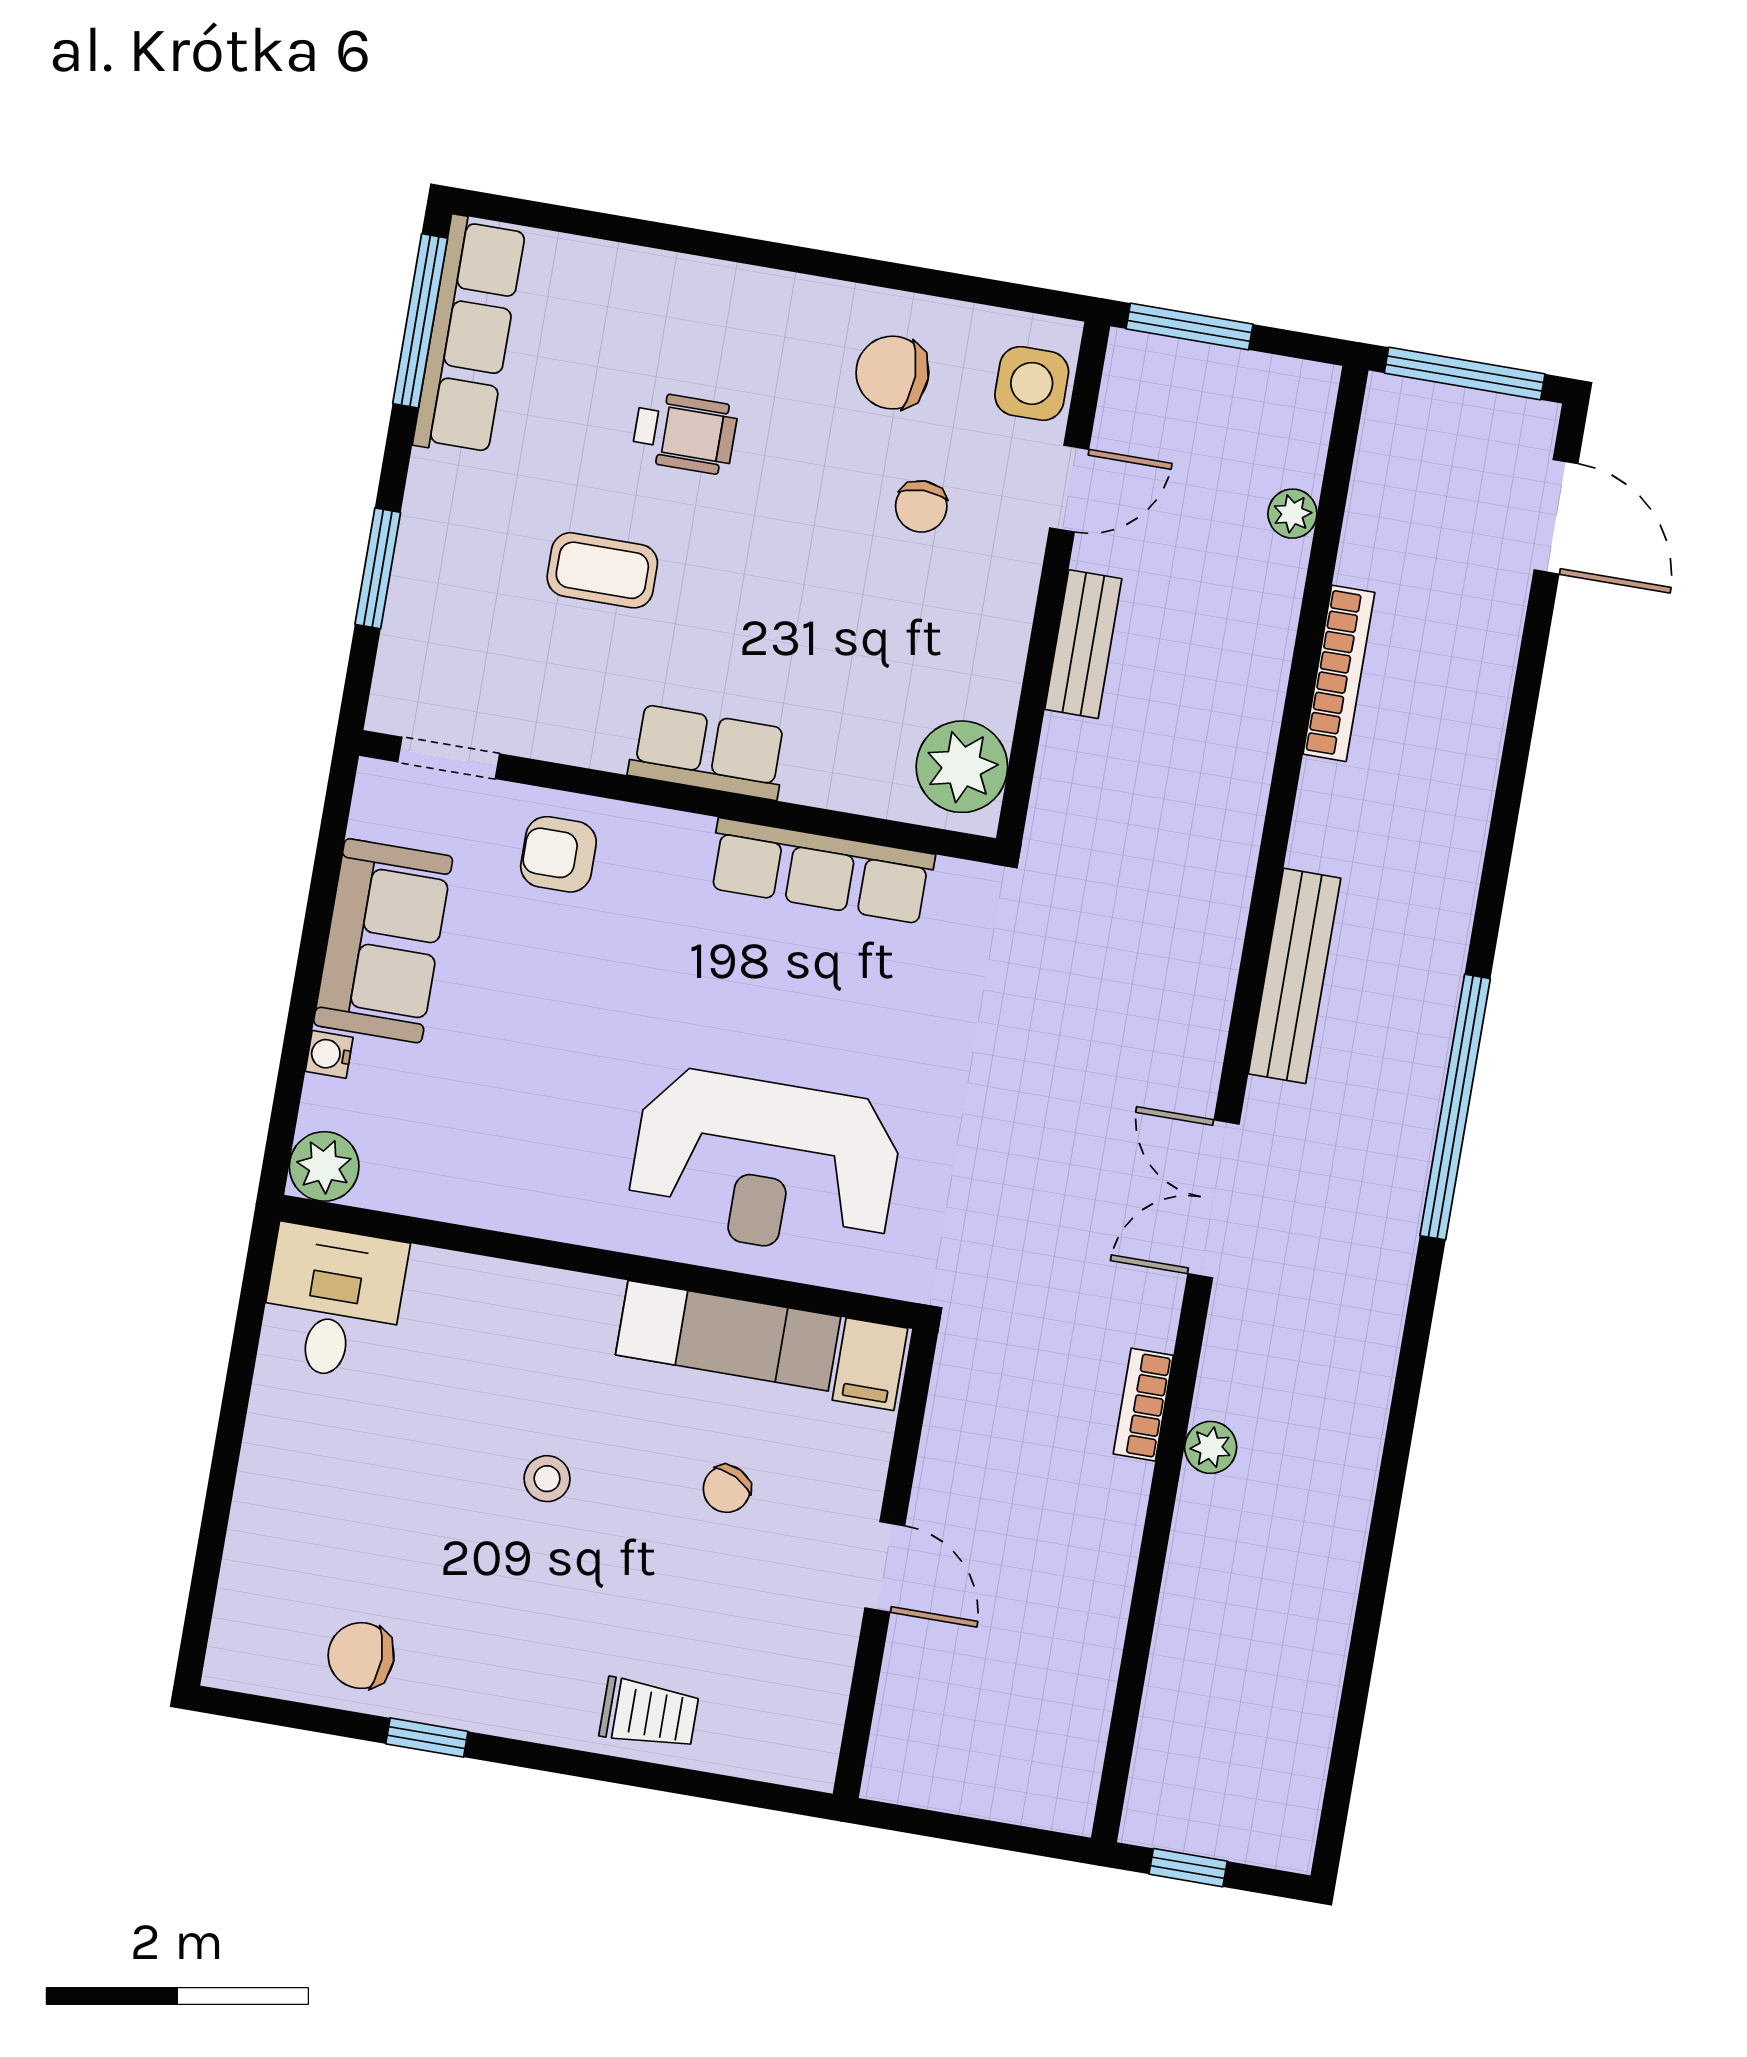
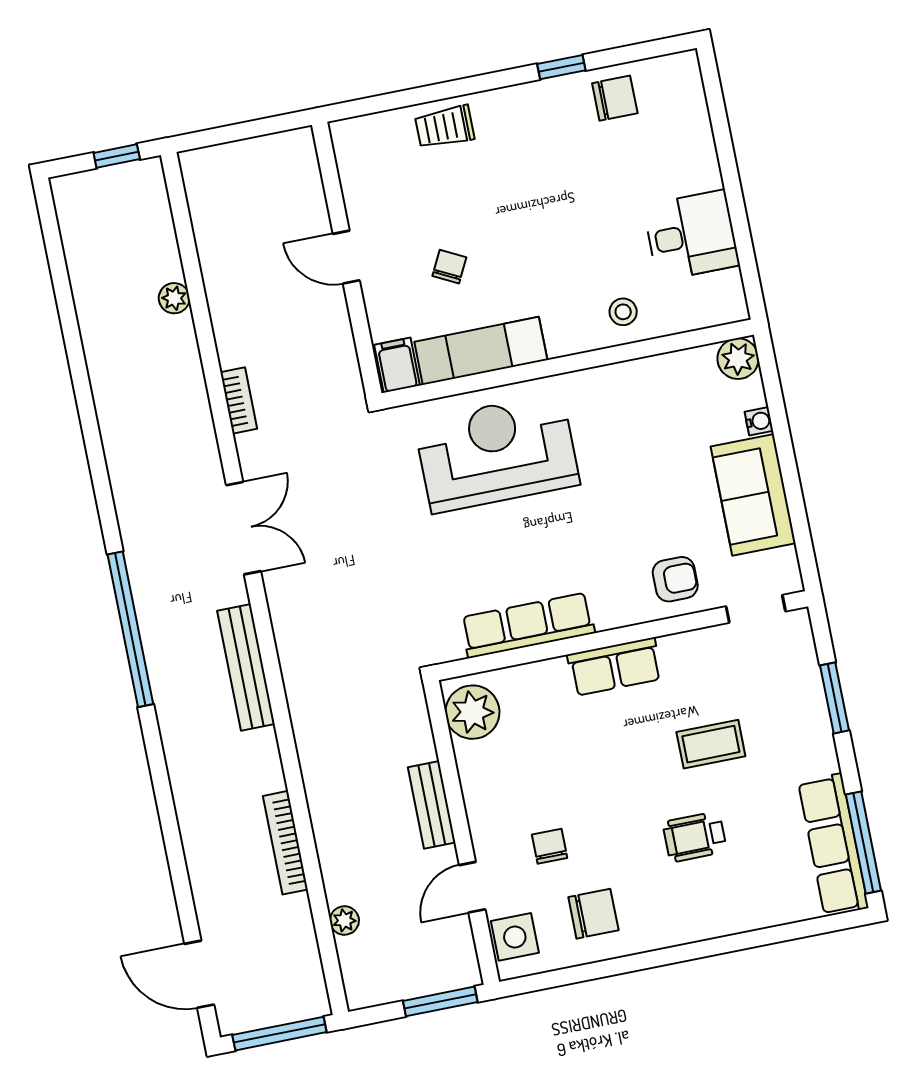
desk: (333, 1302) -> (691, 235), moved, turned -90
plant: (1211, 1447) -> (174, 298), moved
stool: (547, 1479) -> (623, 312), moved

